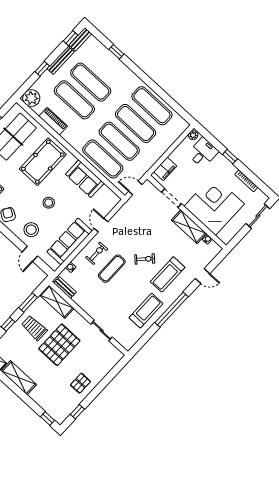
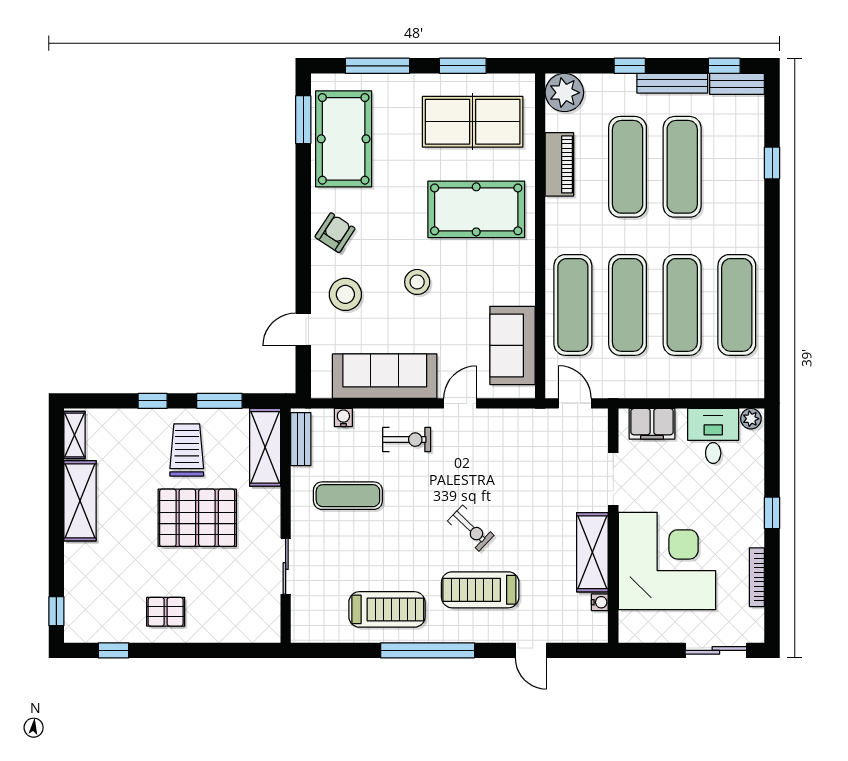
desk: (203, 153) -> (713, 436), moved, turned -90
sofa: (85, 179) -> (512, 345), moved
exercise mat: (112, 269) -> (348, 496), moved

